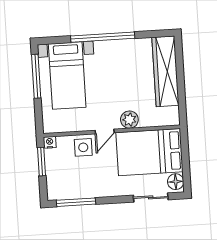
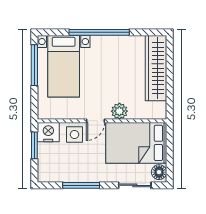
nightstand: (50, 142) -> (48, 132), width x1.89, depth x1.79
window: (76, 202) -> (81, 185), moved

